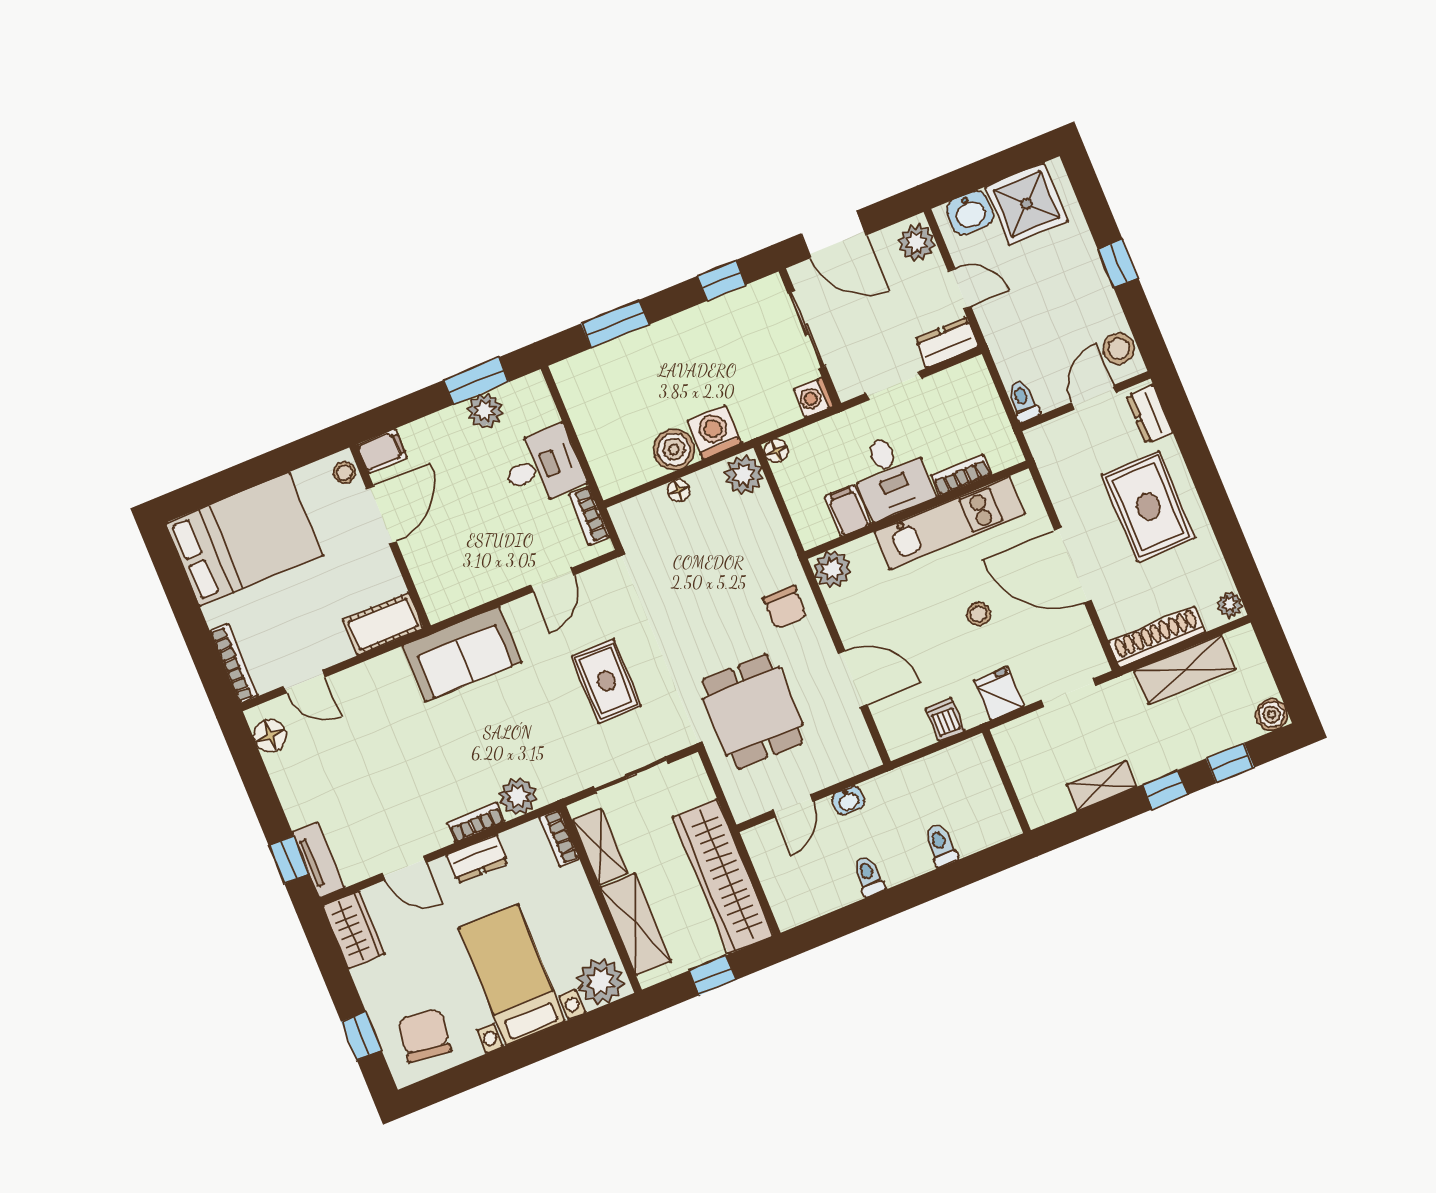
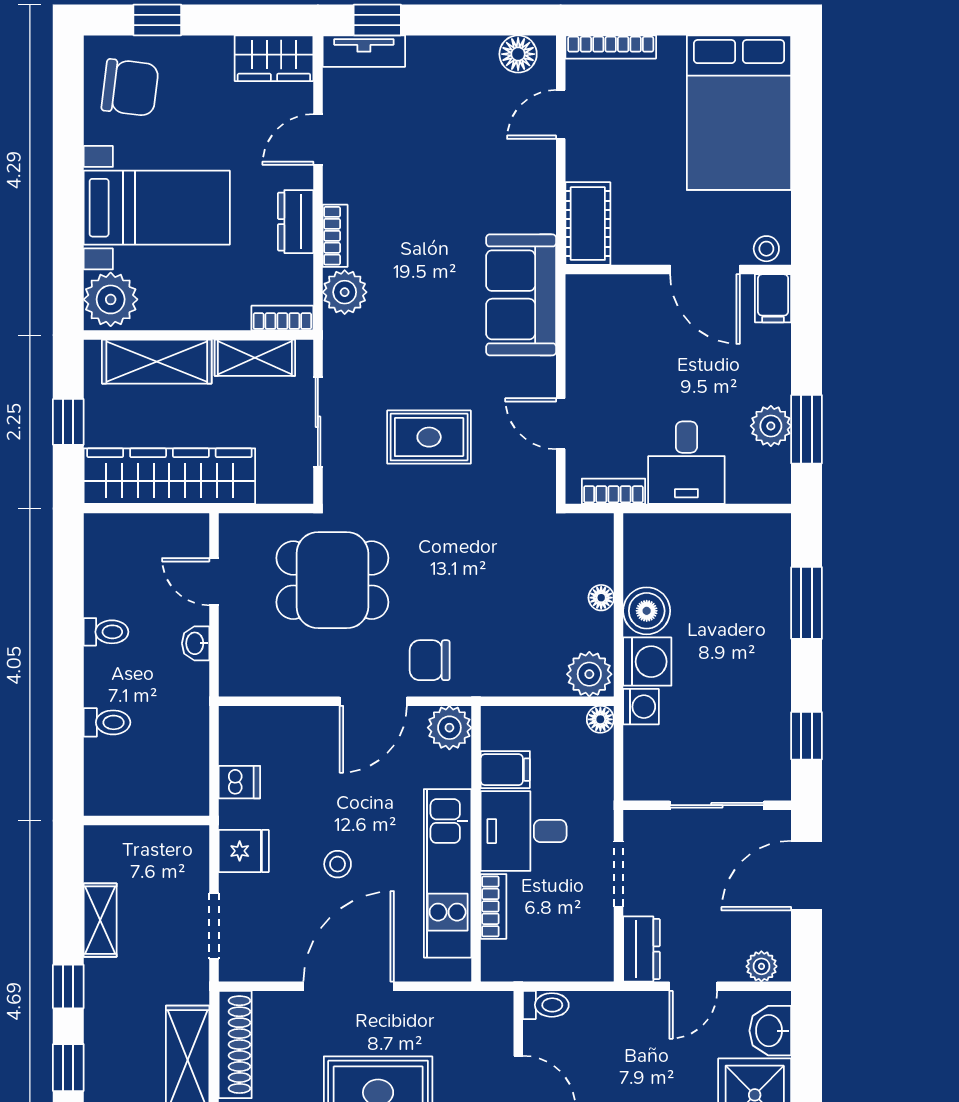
plant: (917, 243) -> (761, 966), width x0.73, depth x0.73
washing machine: (814, 398) -> (641, 707), moved, turned 90
door: (853, 679) -> (373, 701), moved

